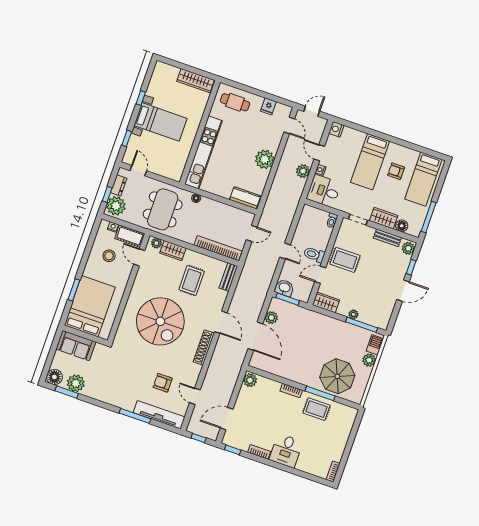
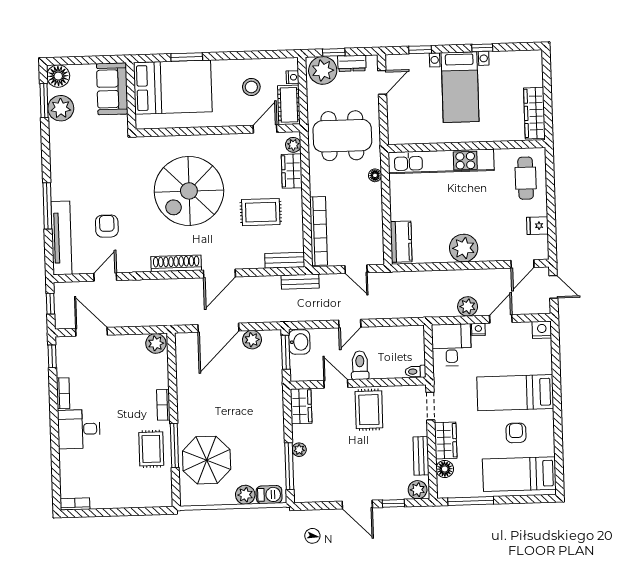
bench: (246, 272) -> (300, 282), added

